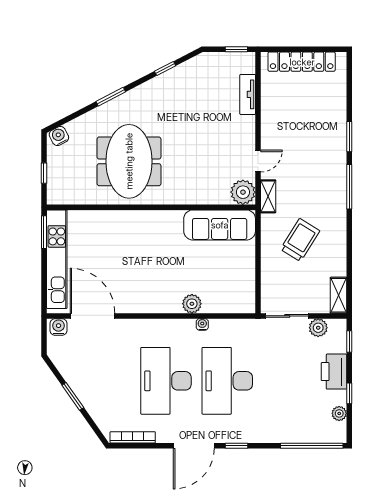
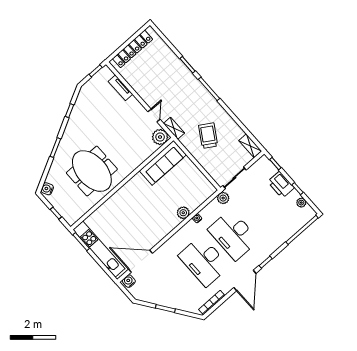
plant: (318, 328) -> (223, 198), moved

